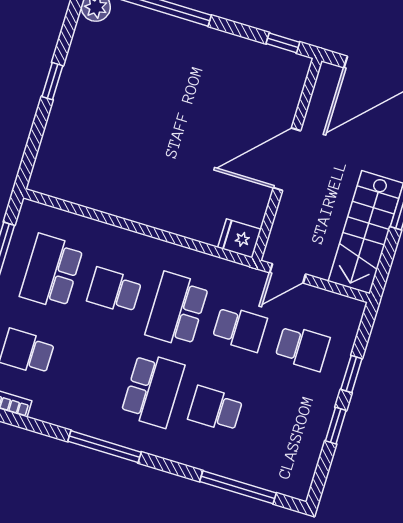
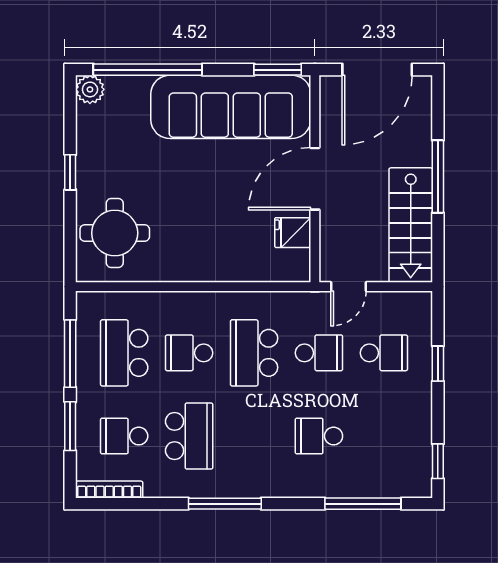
window: (283, 43) -> (278, 70), width x1.50
sofa: (227, 65) -> (231, 107), added
round table: (78, 153) -> (115, 233), added
fridge: (239, 238) -> (293, 233), moved
school desk: (153, 390) -> (189, 436), moved
window: (336, 426) -> (438, 461), moved

